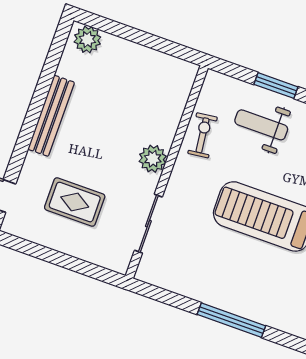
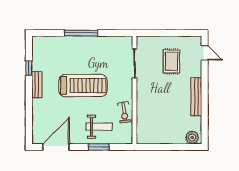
plant: (153, 159) -> (143, 94), removed
rug: (75, 202) -> (172, 61), turned 90

